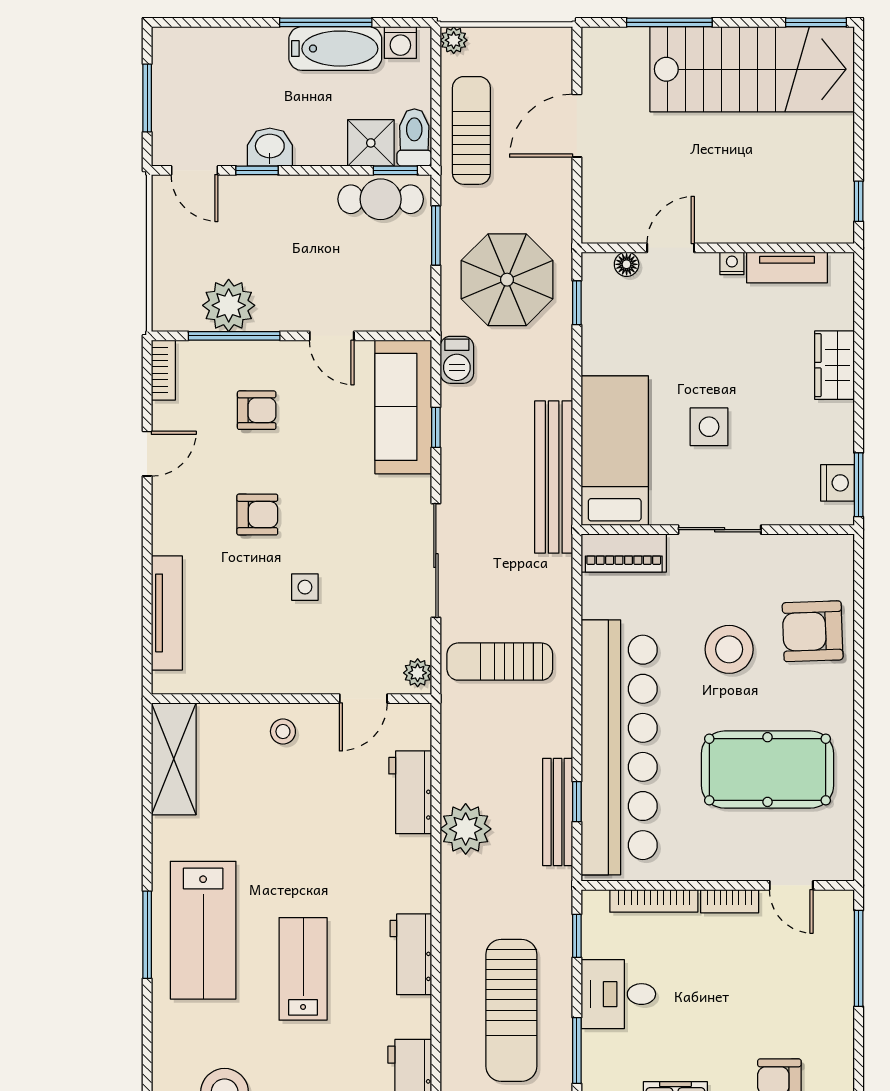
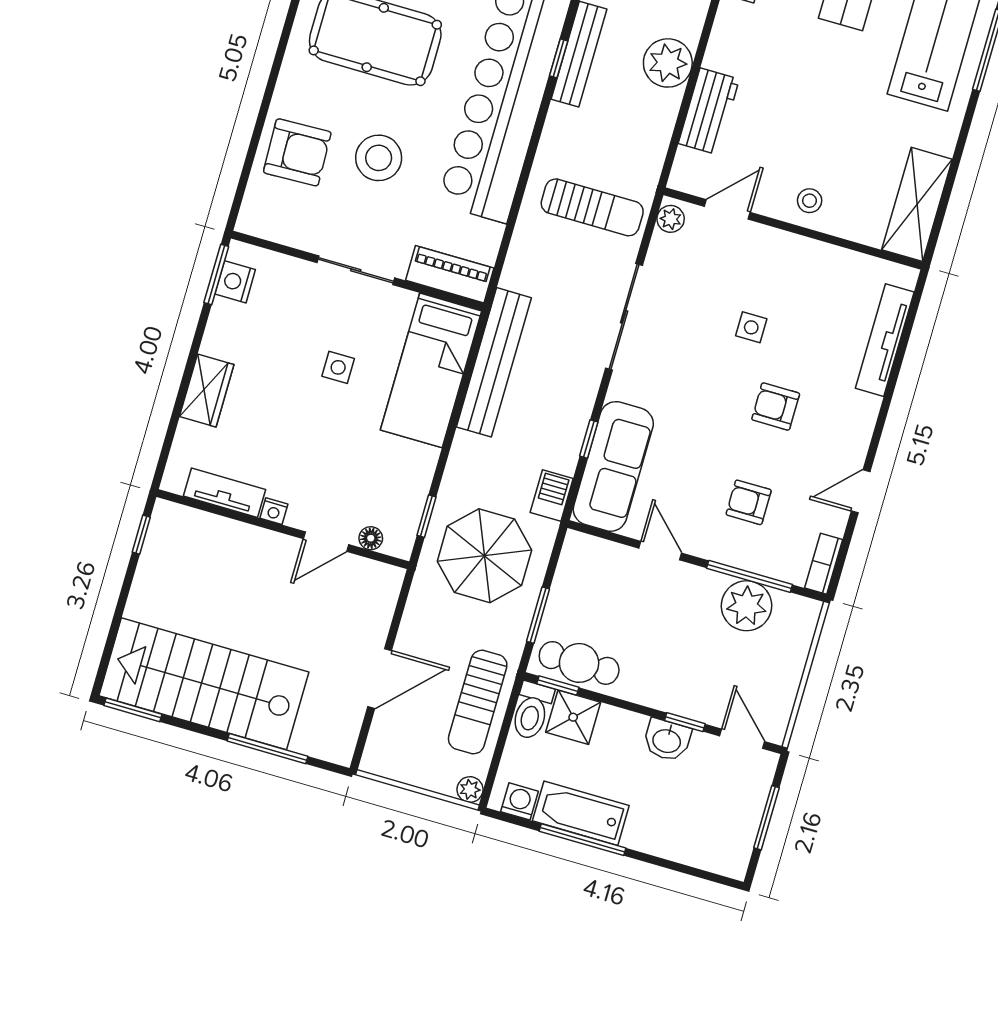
side table: (709, 427) -> (338, 367), width x0.73, depth x0.73

